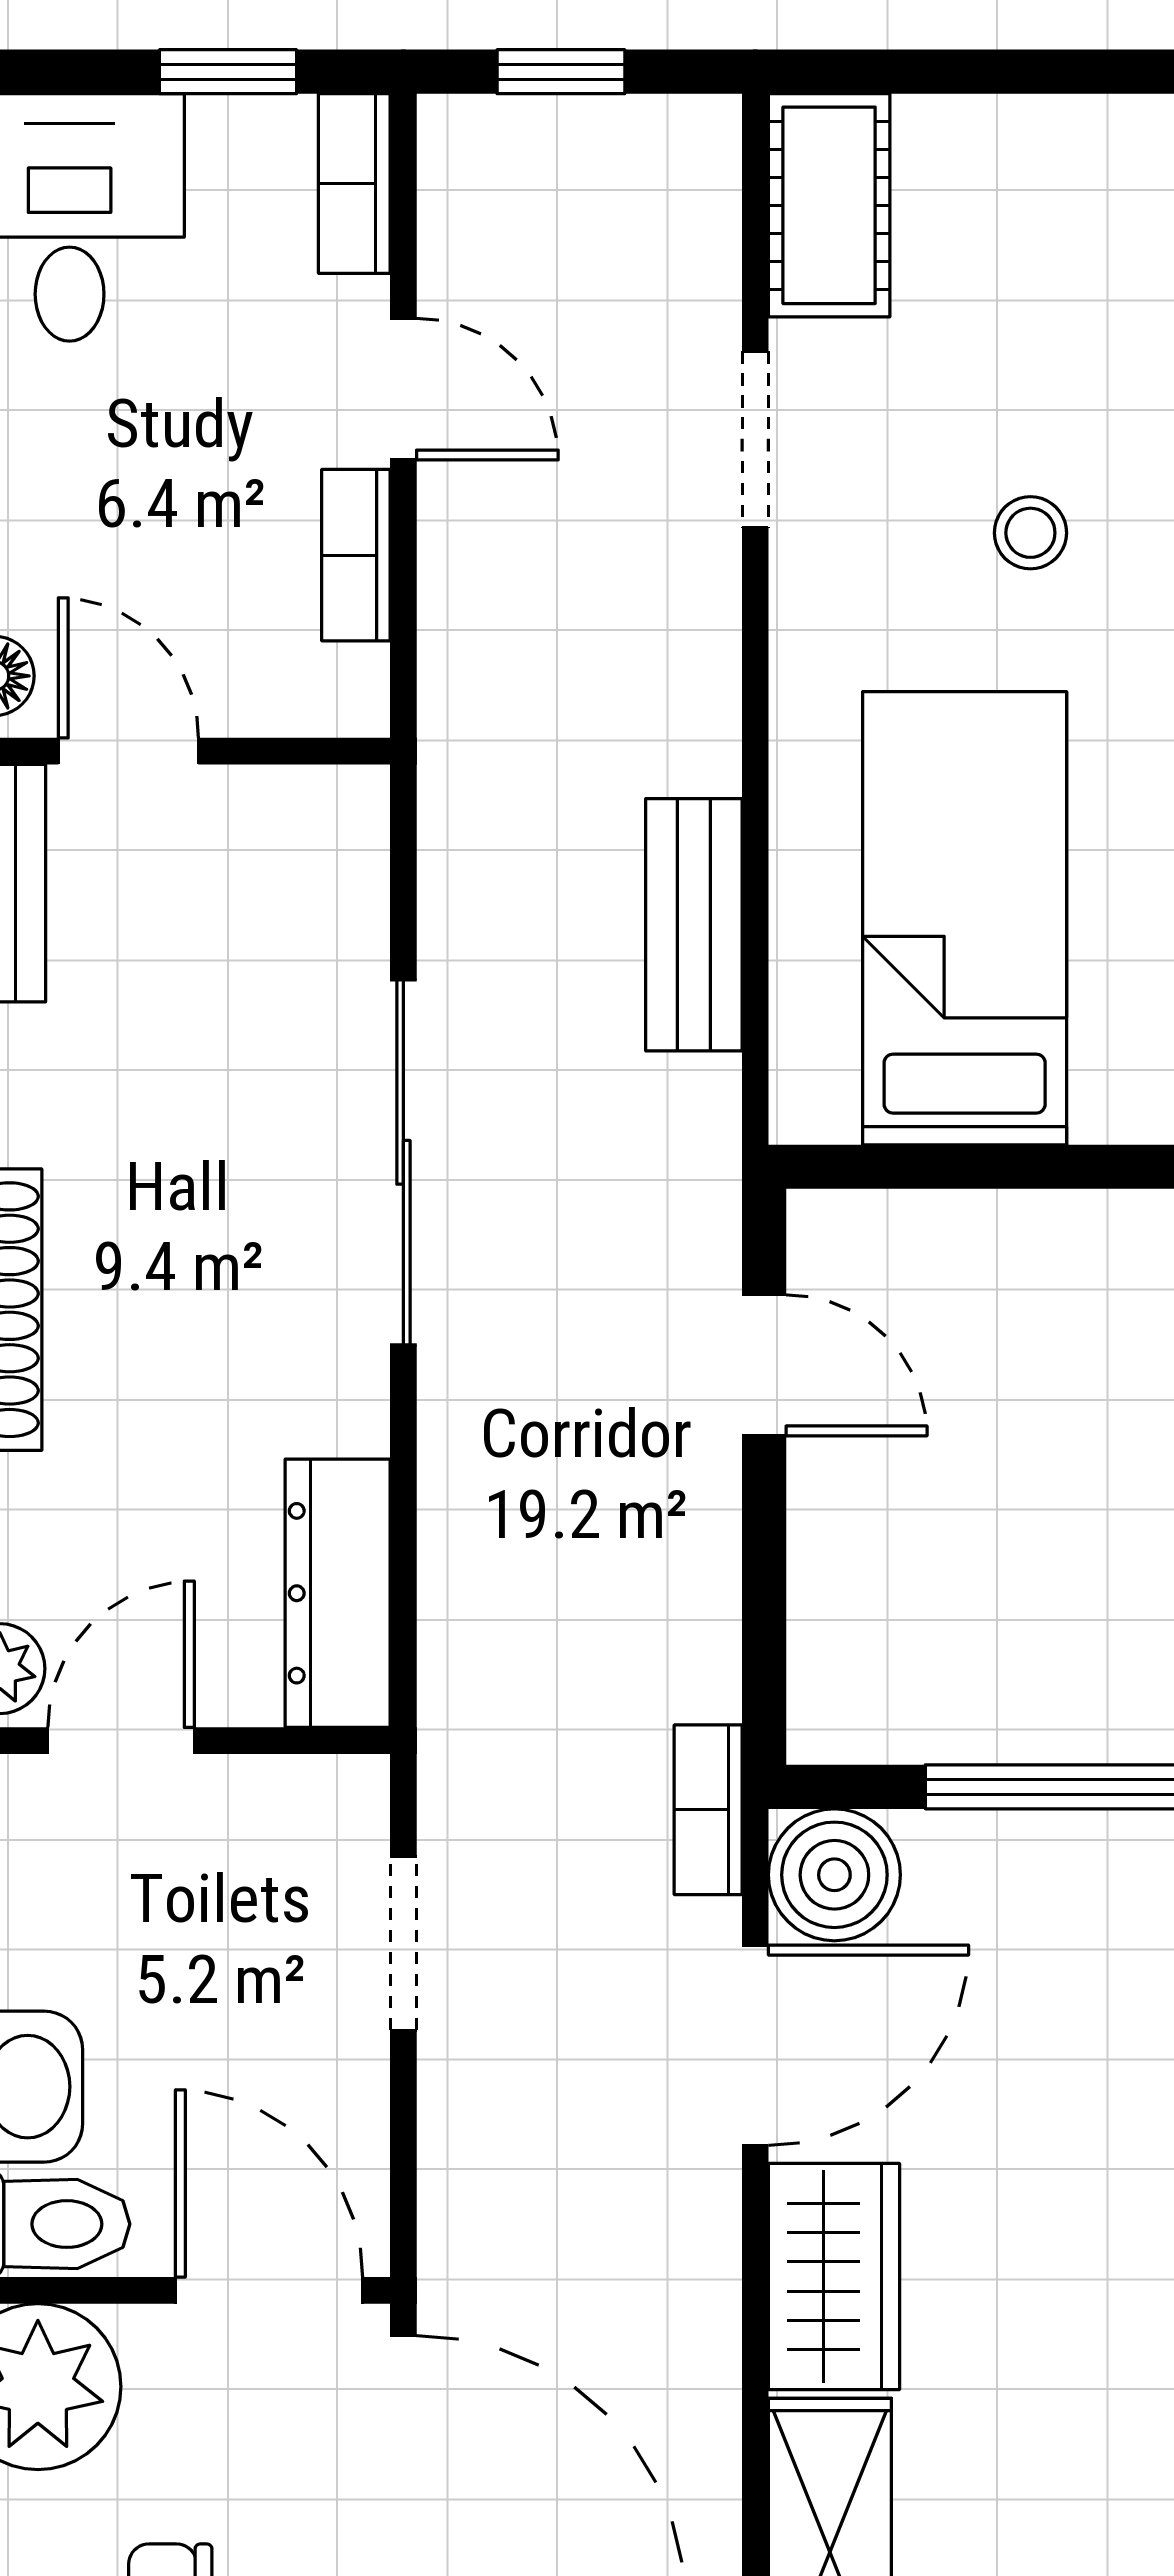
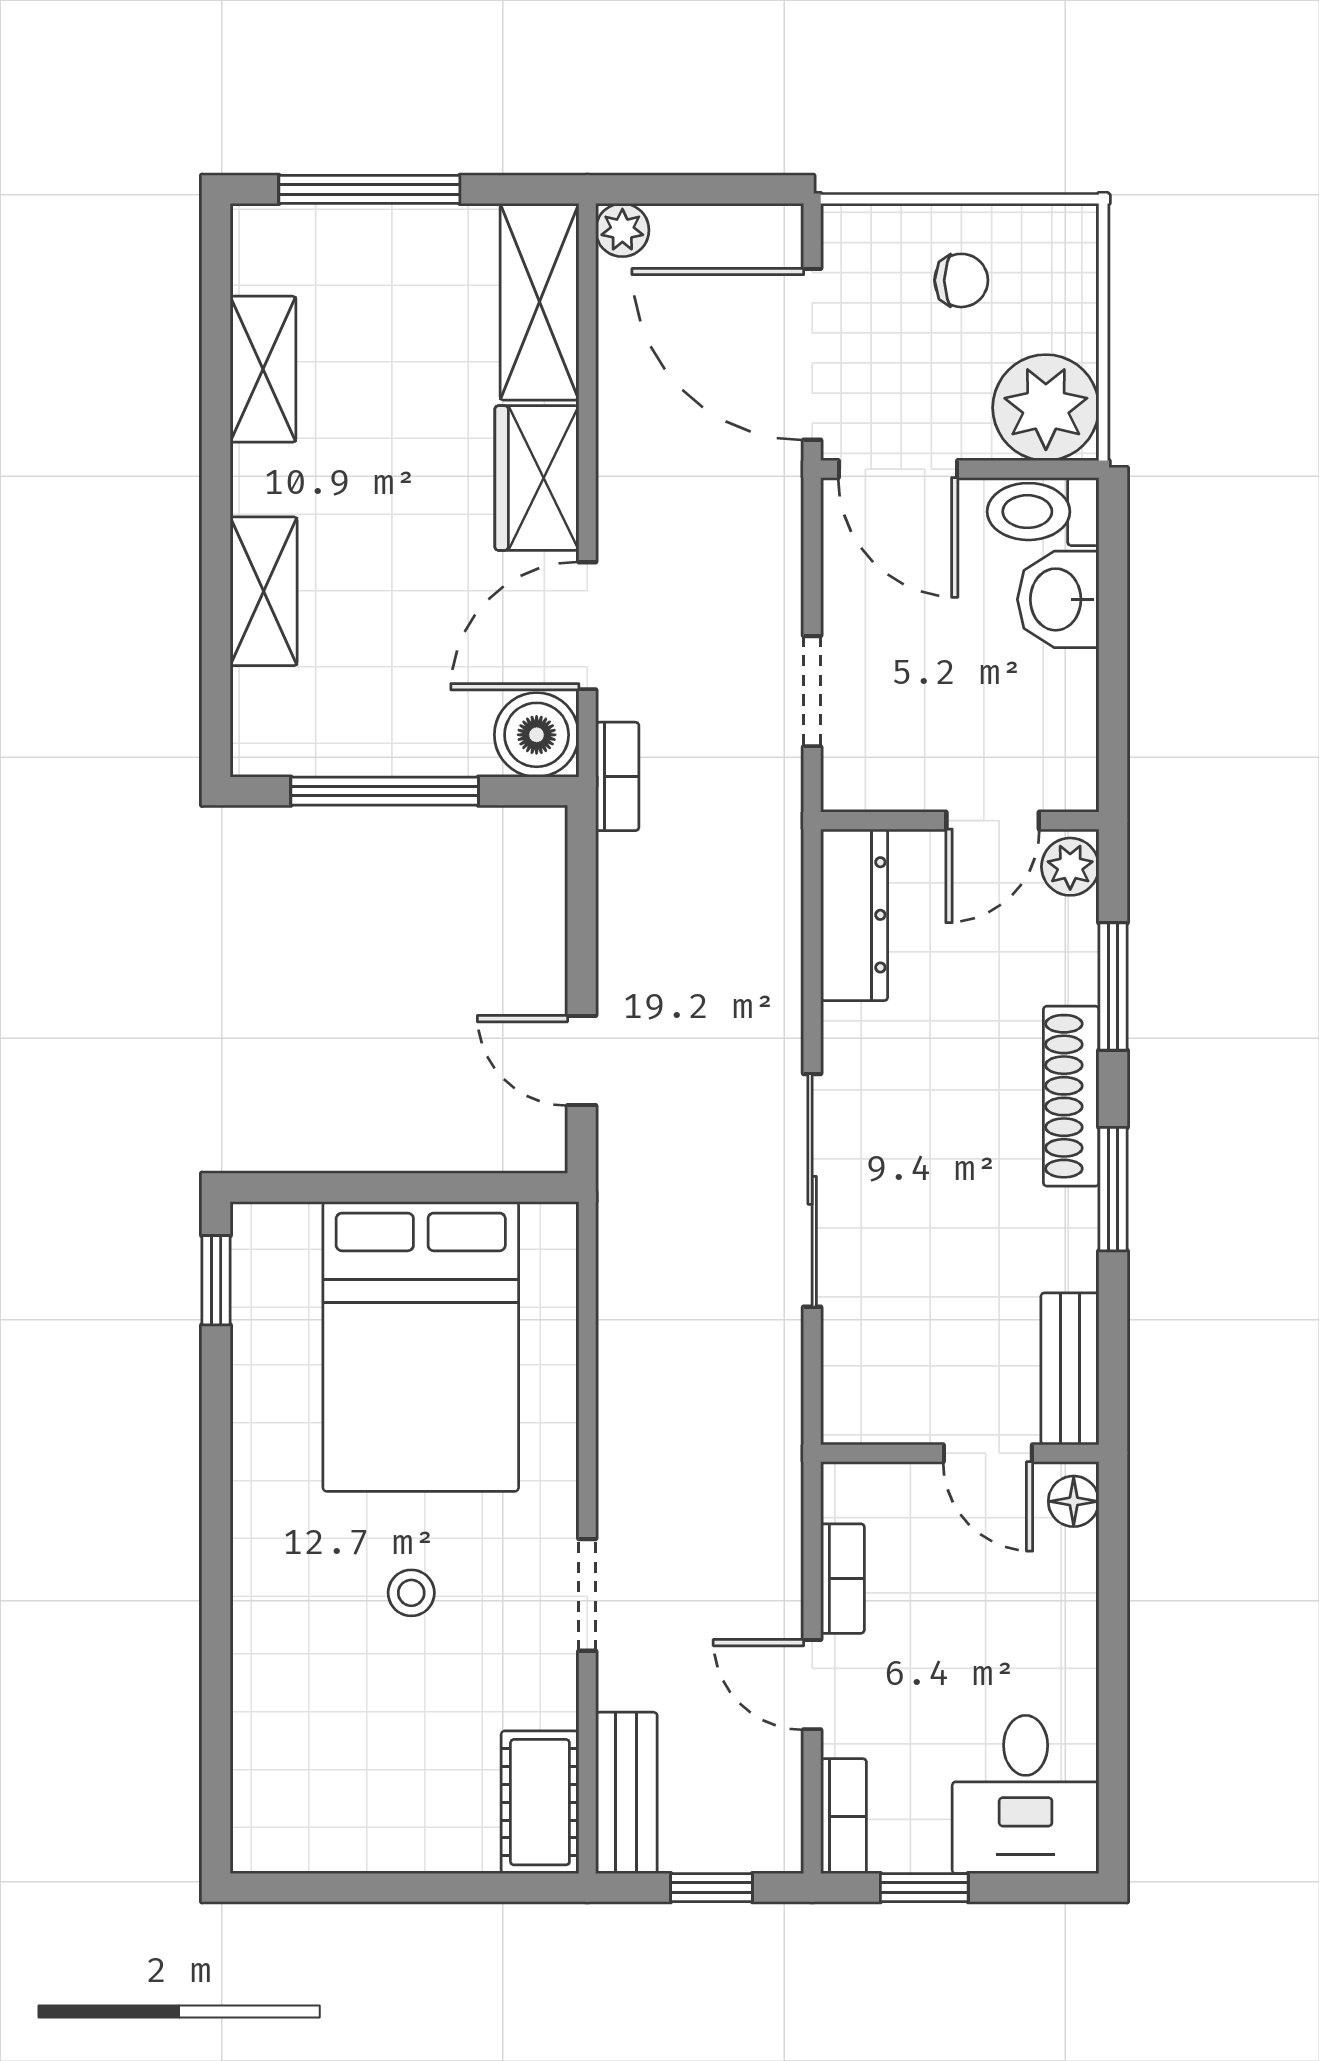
doorway: (755, 439) -> (587, 1595), moved
bed: (965, 918) -> (421, 1346), width x1.50
bench: (694, 925) -> (626, 1793), moved

